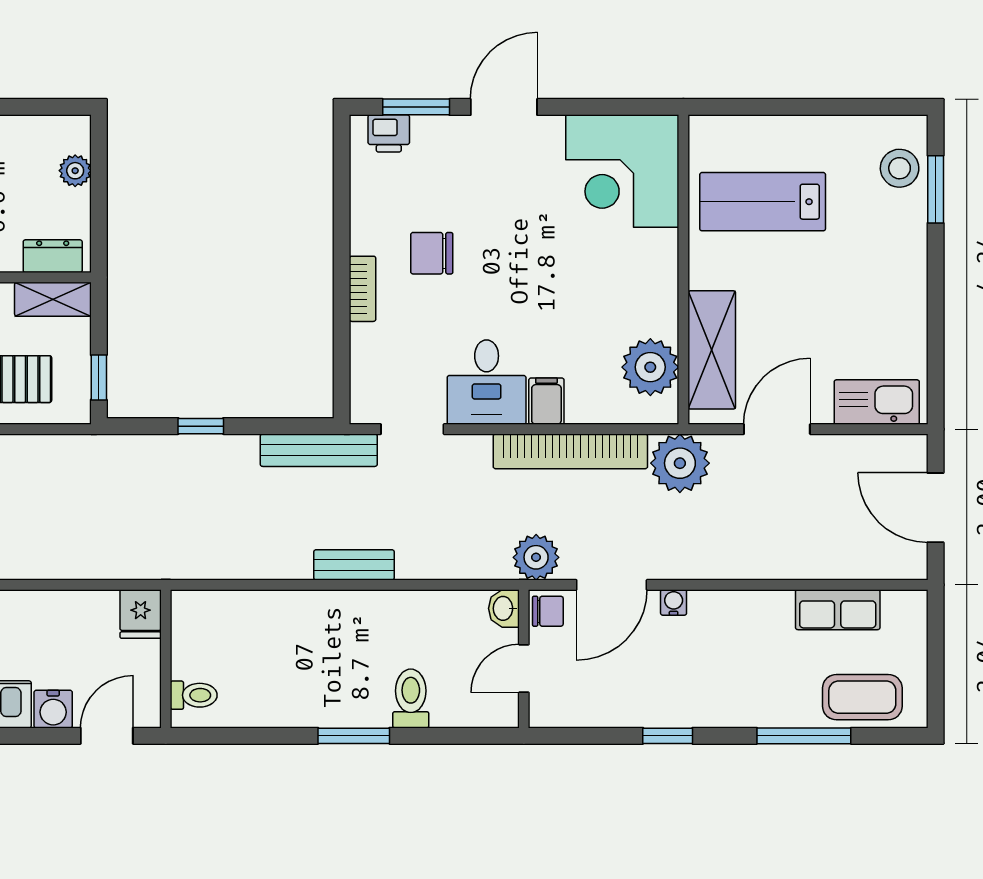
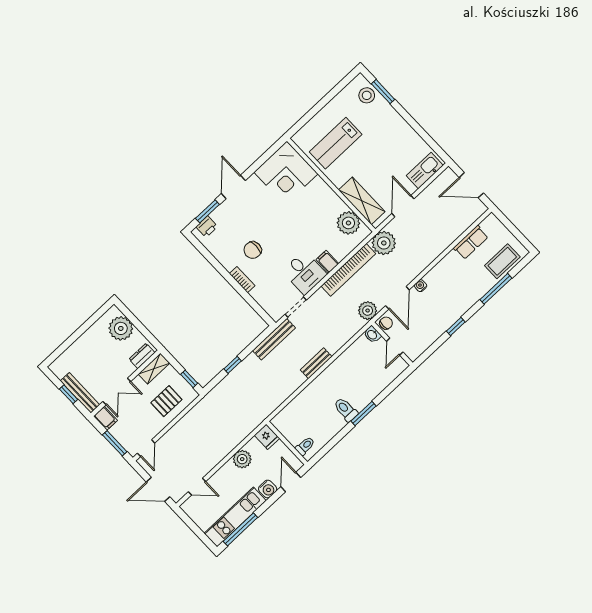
plant: (75, 171) -> (121, 328), width x1.87, depth x1.87
plant: (58, 612) -> (242, 459), added
toilet: (411, 699) -> (346, 410), moved

